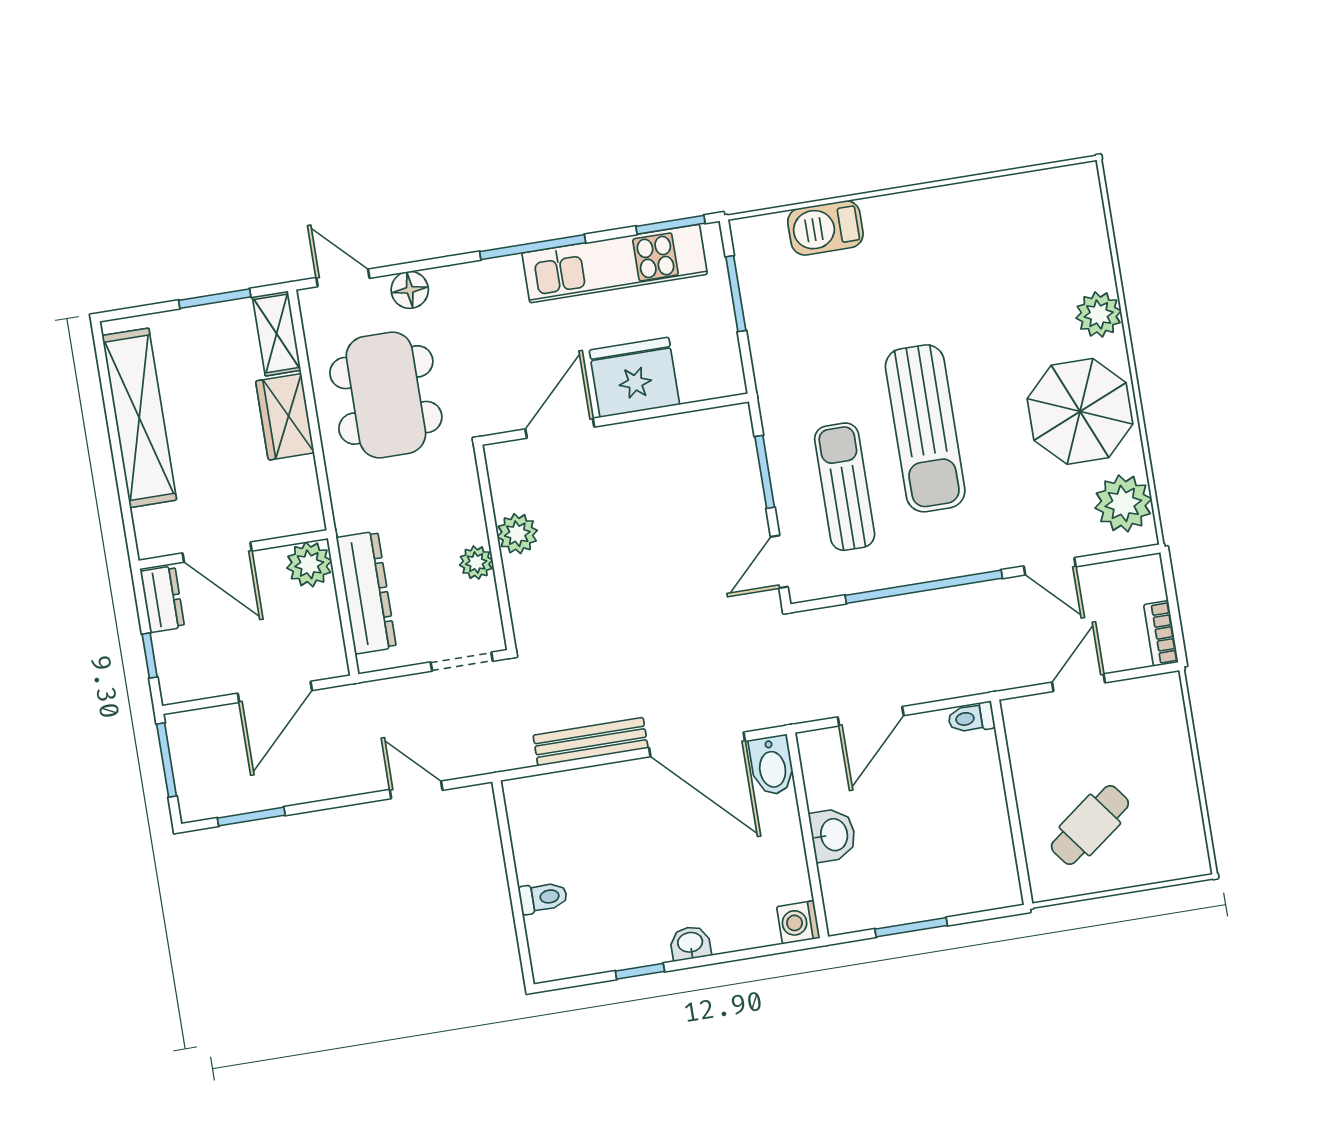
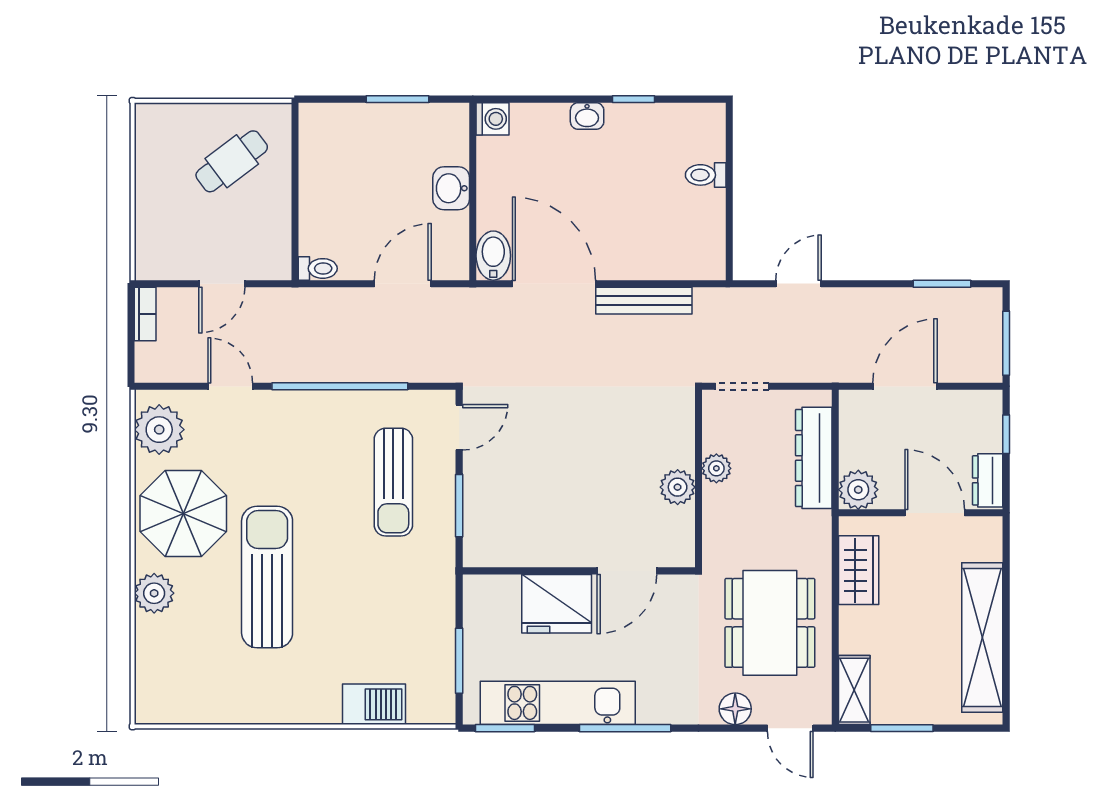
wardrobe: (285, 417) -> (859, 570), moved
sun lounger: (925, 428) -> (267, 577), moved
door: (416, 790) -> (798, 284), swing flipped

